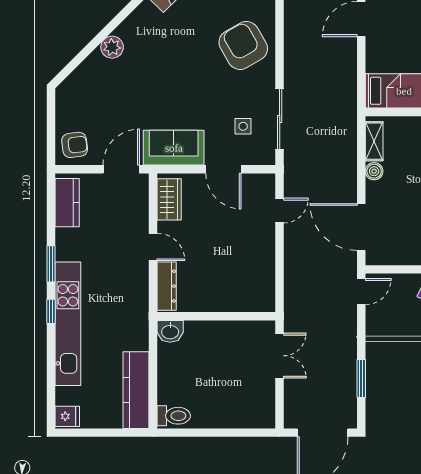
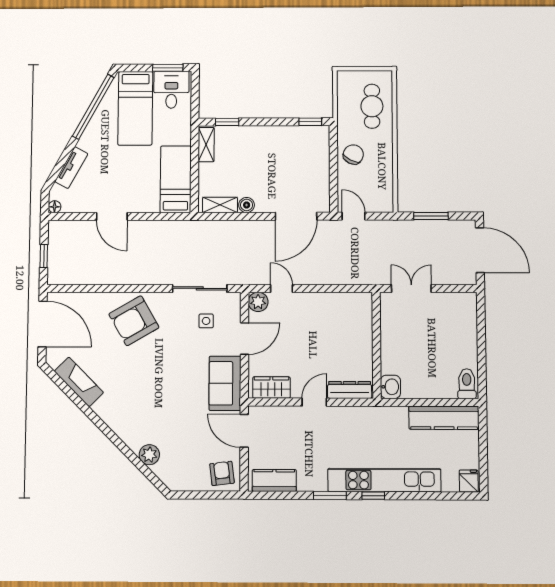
plant: (112, 47) -> (149, 455), moved
plant: (264, 184) -> (258, 302), added

